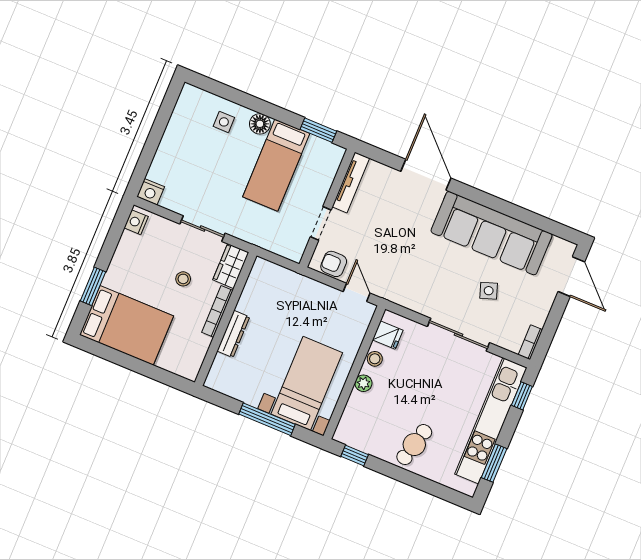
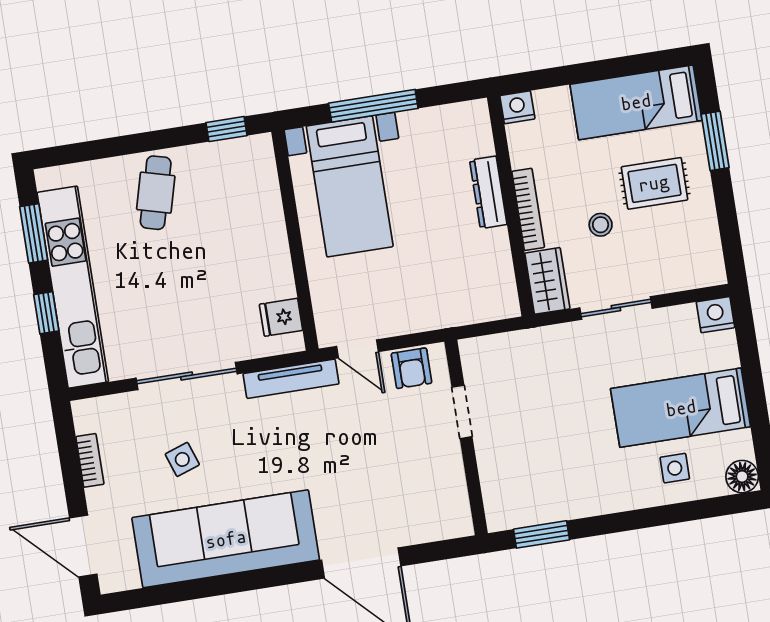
floor lamp: (260, 124) -> (742, 477), moved
bed: (276, 165) -> (681, 408), moved, turned -90
tv unit: (351, 183) -> (291, 379), moved, turned -90
nightstand: (136, 222) -> (517, 107), moved, turned -90
armchair: (334, 264) -> (412, 368), turned 90
rug: (140, 283) -> (654, 183), added
bed: (127, 325) -> (636, 102), width x0.67
bookcase: (530, 342) -> (90, 460), moved
stool: (375, 359) -> (279, 275), removed
plant: (363, 383) -> (274, 233), removed
window: (522, 396) -> (46, 313), moved

